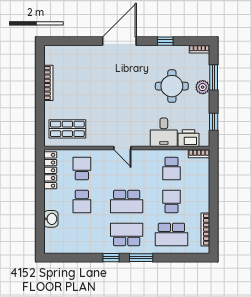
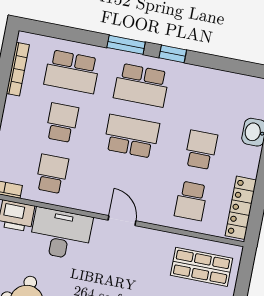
desk: (164, 132) -> (61, 234), width x1.37
school desk: (171, 201) -> (62, 123), turned 180
school desk: (171, 234) -> (72, 72), turned 180

